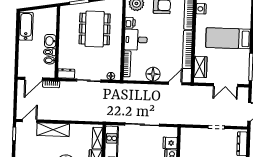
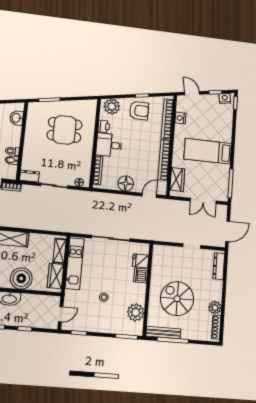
dining table: (95, 29) -> (65, 130), width x0.73
washbasin: (50, 41) -> (16, 118), moved

